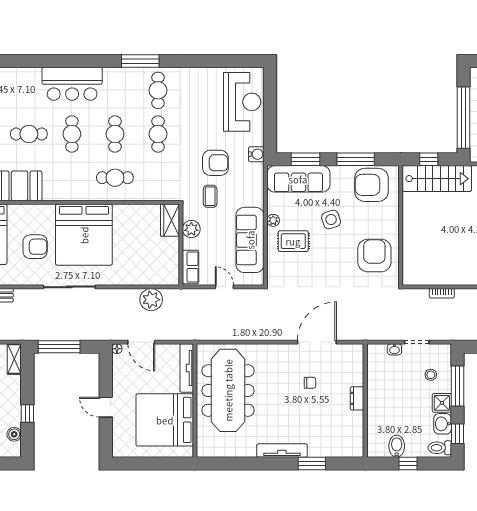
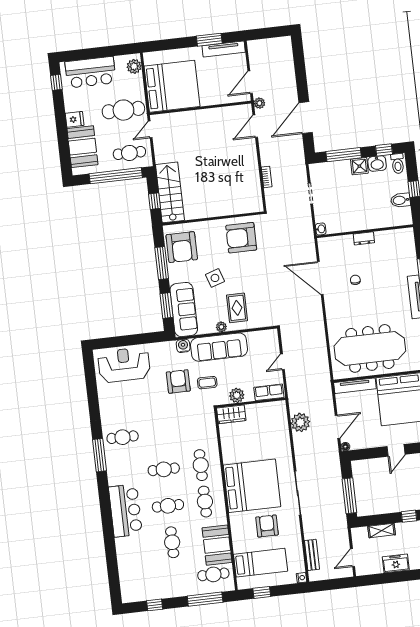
cafe table: (158, 134) -> (205, 502), moved, turned 90
water cooler: (256, 154) -> (183, 346), moved
sofa: (250, 240) -> (219, 347), moved
washbasin: (394, 349) -> (321, 229), moved
shelving: (14, 359) -> (382, 531), moved
stool: (431, 375) -> (337, 178), removed

